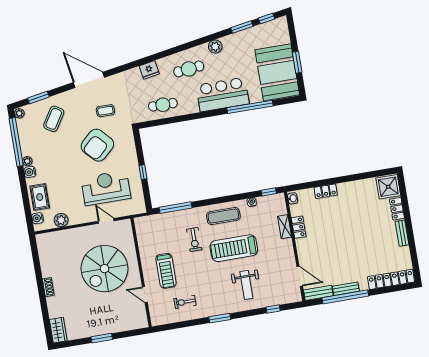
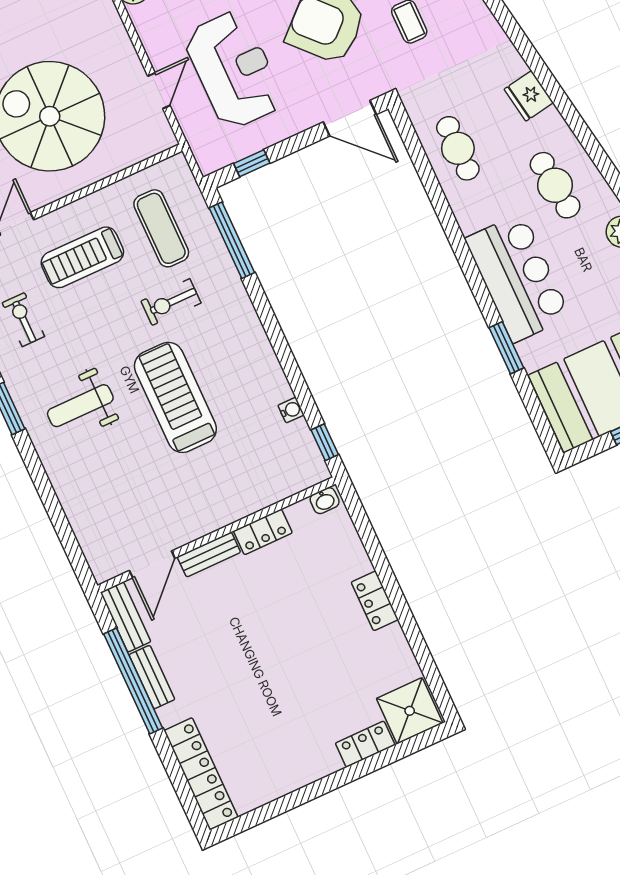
window: (250, 107) -> (506, 348), width x0.47
door: (139, 146) -> (350, 118), added
window: (143, 172) -> (252, 163), moved
locker: (326, 191) -> (375, 601), moved
exercise mat: (223, 216) -> (161, 228), moved
shelving: (285, 227) -> (255, 500), removed
bench: (402, 233) -> (209, 555), moved
weight bench: (246, 285) -> (80, 406), moved
window: (273, 309) -> (61, 524), removed

